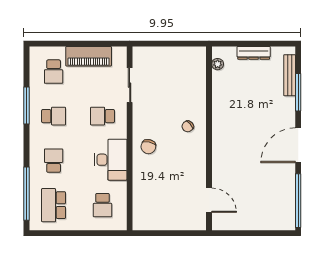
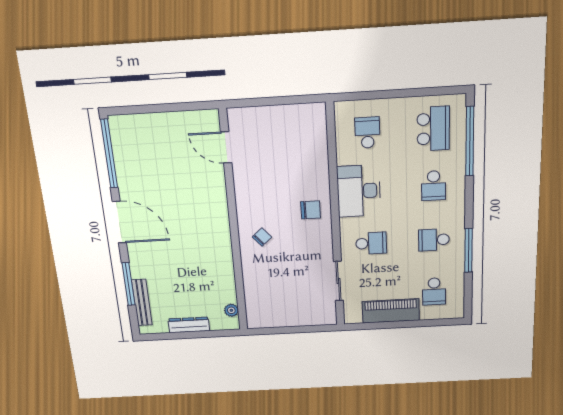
school desk: (54, 72) -> (434, 291), turned 180
door: (298, 145) -> (119, 222), hinge flipped
chair: (148, 147) -> (311, 210), turned 78

